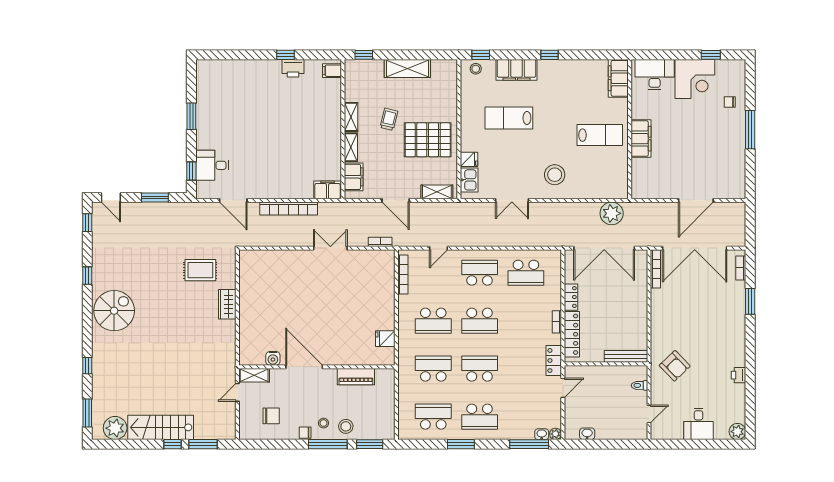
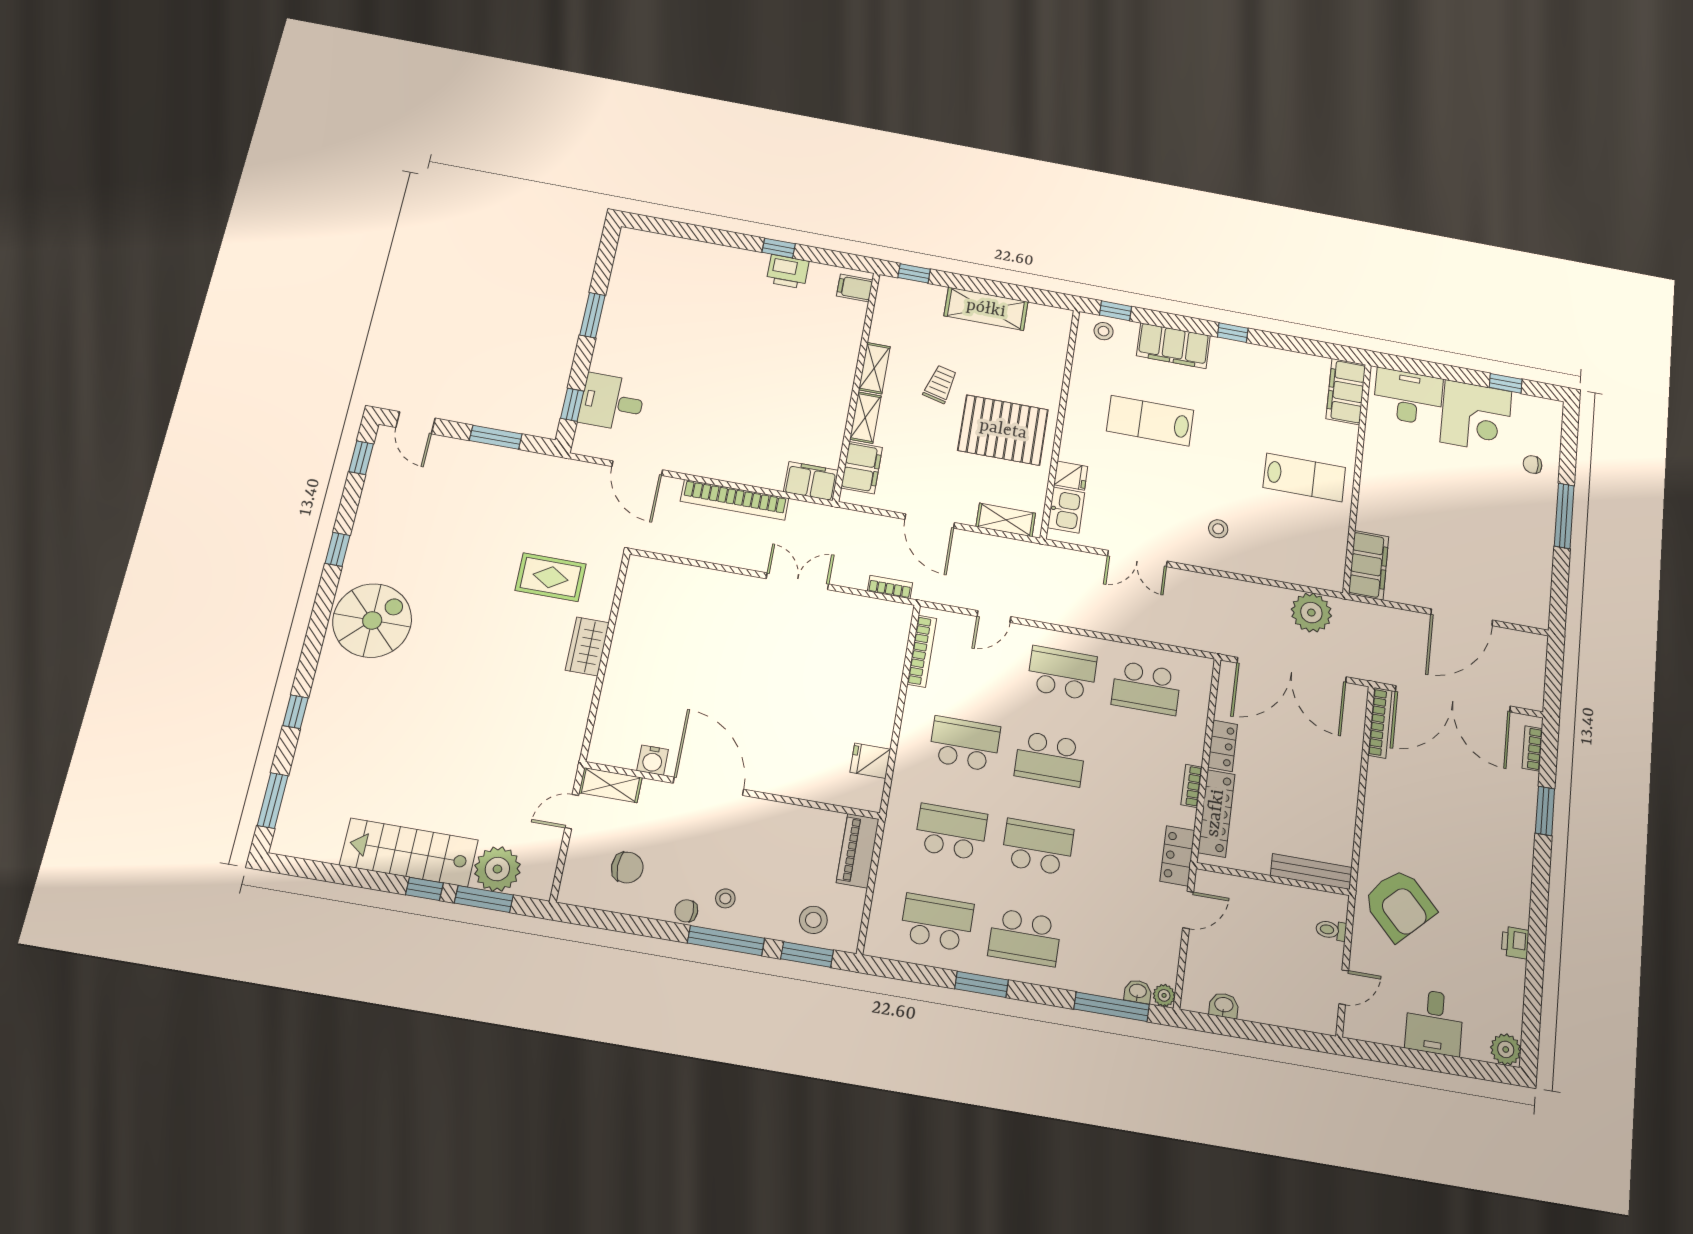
filing cabinet: (641, 139) -> (1369, 565), moved
stool: (555, 175) -> (1218, 529), width x0.53, depth x0.53
school desk: (433, 321) -> (965, 744), turned 180
armchair: (675, 366) -> (1399, 905), width x1.36, depth x1.36
piano: (356, 377) -> (858, 851), moved, turned 90
stool: (346, 426) -> (813, 920), moved
plant: (115, 428) -> (497, 869), moved

